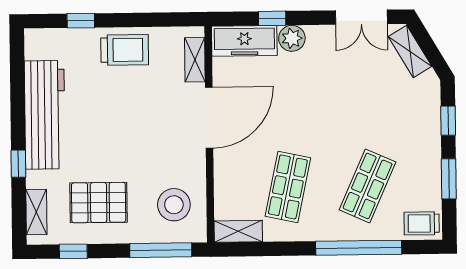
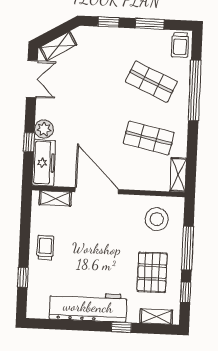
trolley: (125, 50) -> (45, 248), width x0.73, depth x0.72
window: (161, 250) -> (188, 248), moved

